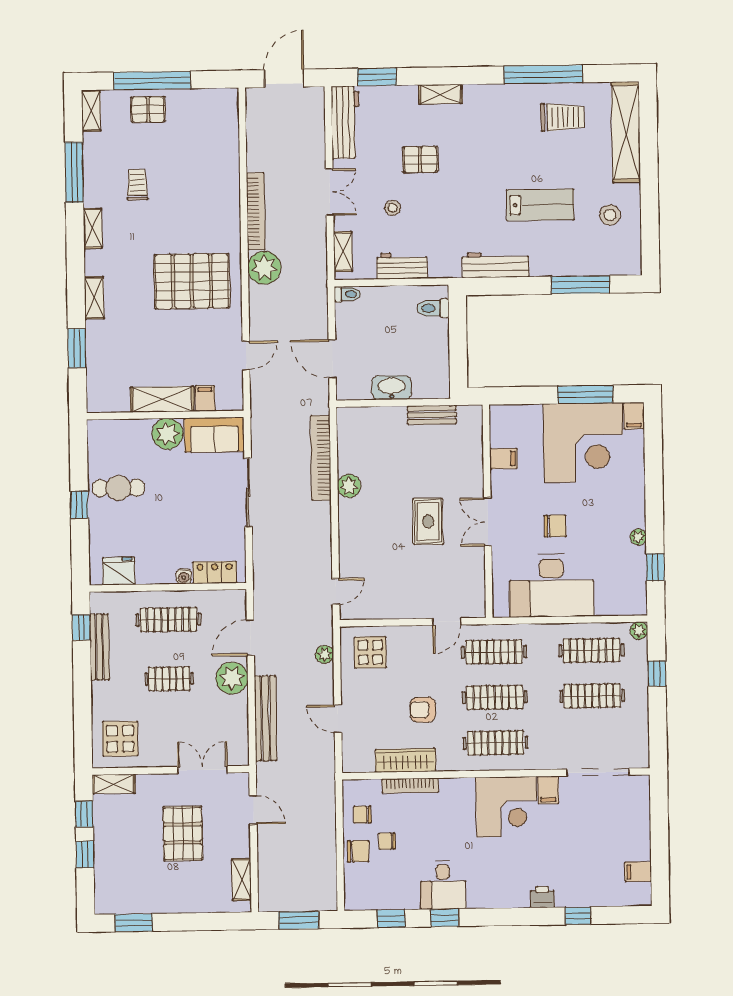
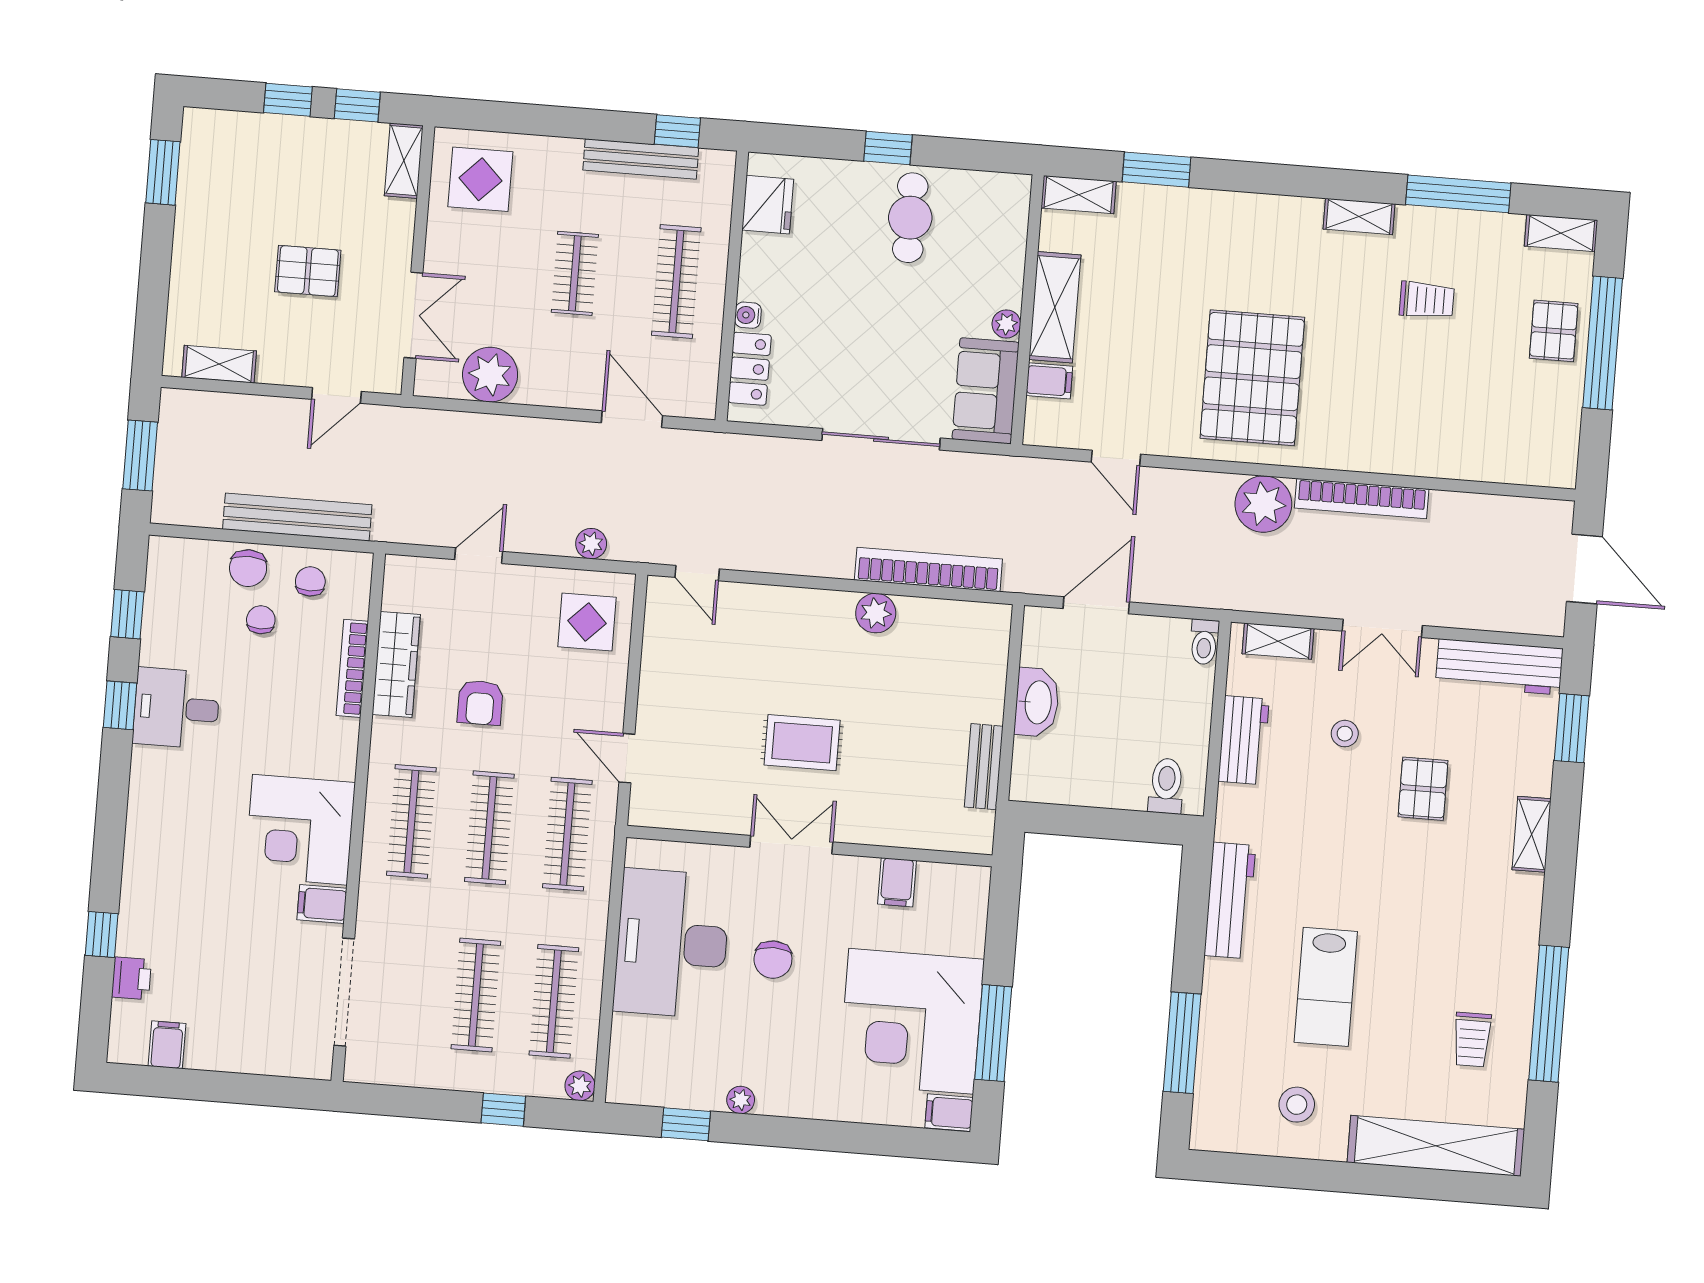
trolley: (562, 117) -> (1472, 1040), width x0.73, depth x0.72
shelving: (94, 298) -> (1079, 195), moved
plant: (167, 434) -> (1006, 324), width x0.53, depth x0.53
plant: (232, 678) -> (490, 375), moved
armchair: (423, 710) -> (480, 703), turned 180
bench: (266, 718) -> (297, 517), moved
pallet: (183, 833) -> (308, 271), width x0.67, depth x0.71
printer: (542, 897) -> (131, 978), moved

